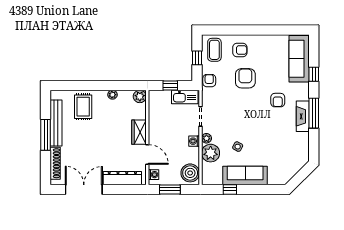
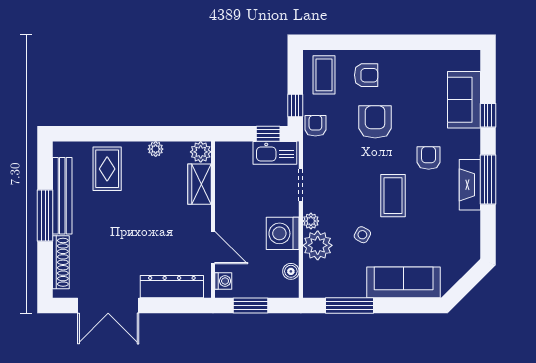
window: (197, 58) -> (295, 105), moved
sofa: (299, 59) -> (464, 100), width x0.73
window: (170, 85) -> (268, 134), moved
armchair: (278, 100) -> (429, 158), turned 180
coffee table: (256, 123) -> (393, 196), added
wardrobe: (139, 132) -> (199, 184), moved
washing machine: (194, 141) -> (283, 233), width x1.89, depth x1.89
boiler: (190, 173) -> (291, 271), width x0.54, depth x0.54
sofa: (245, 175) -> (404, 282), moved
double door: (84, 189) -> (108, 306), swing flipped
window: (230, 189) -> (349, 306), width x2.17

